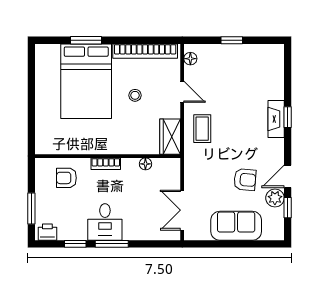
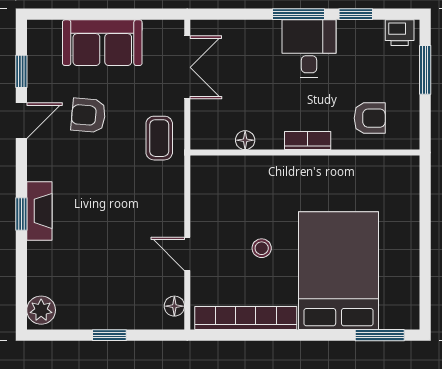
window: (86, 40) -> (380, 335), moved
coffee table: (202, 129) -> (159, 138), moved
wardrobe: (170, 137) -> (206, 183), removed
plant: (275, 198) -> (41, 310), moved

